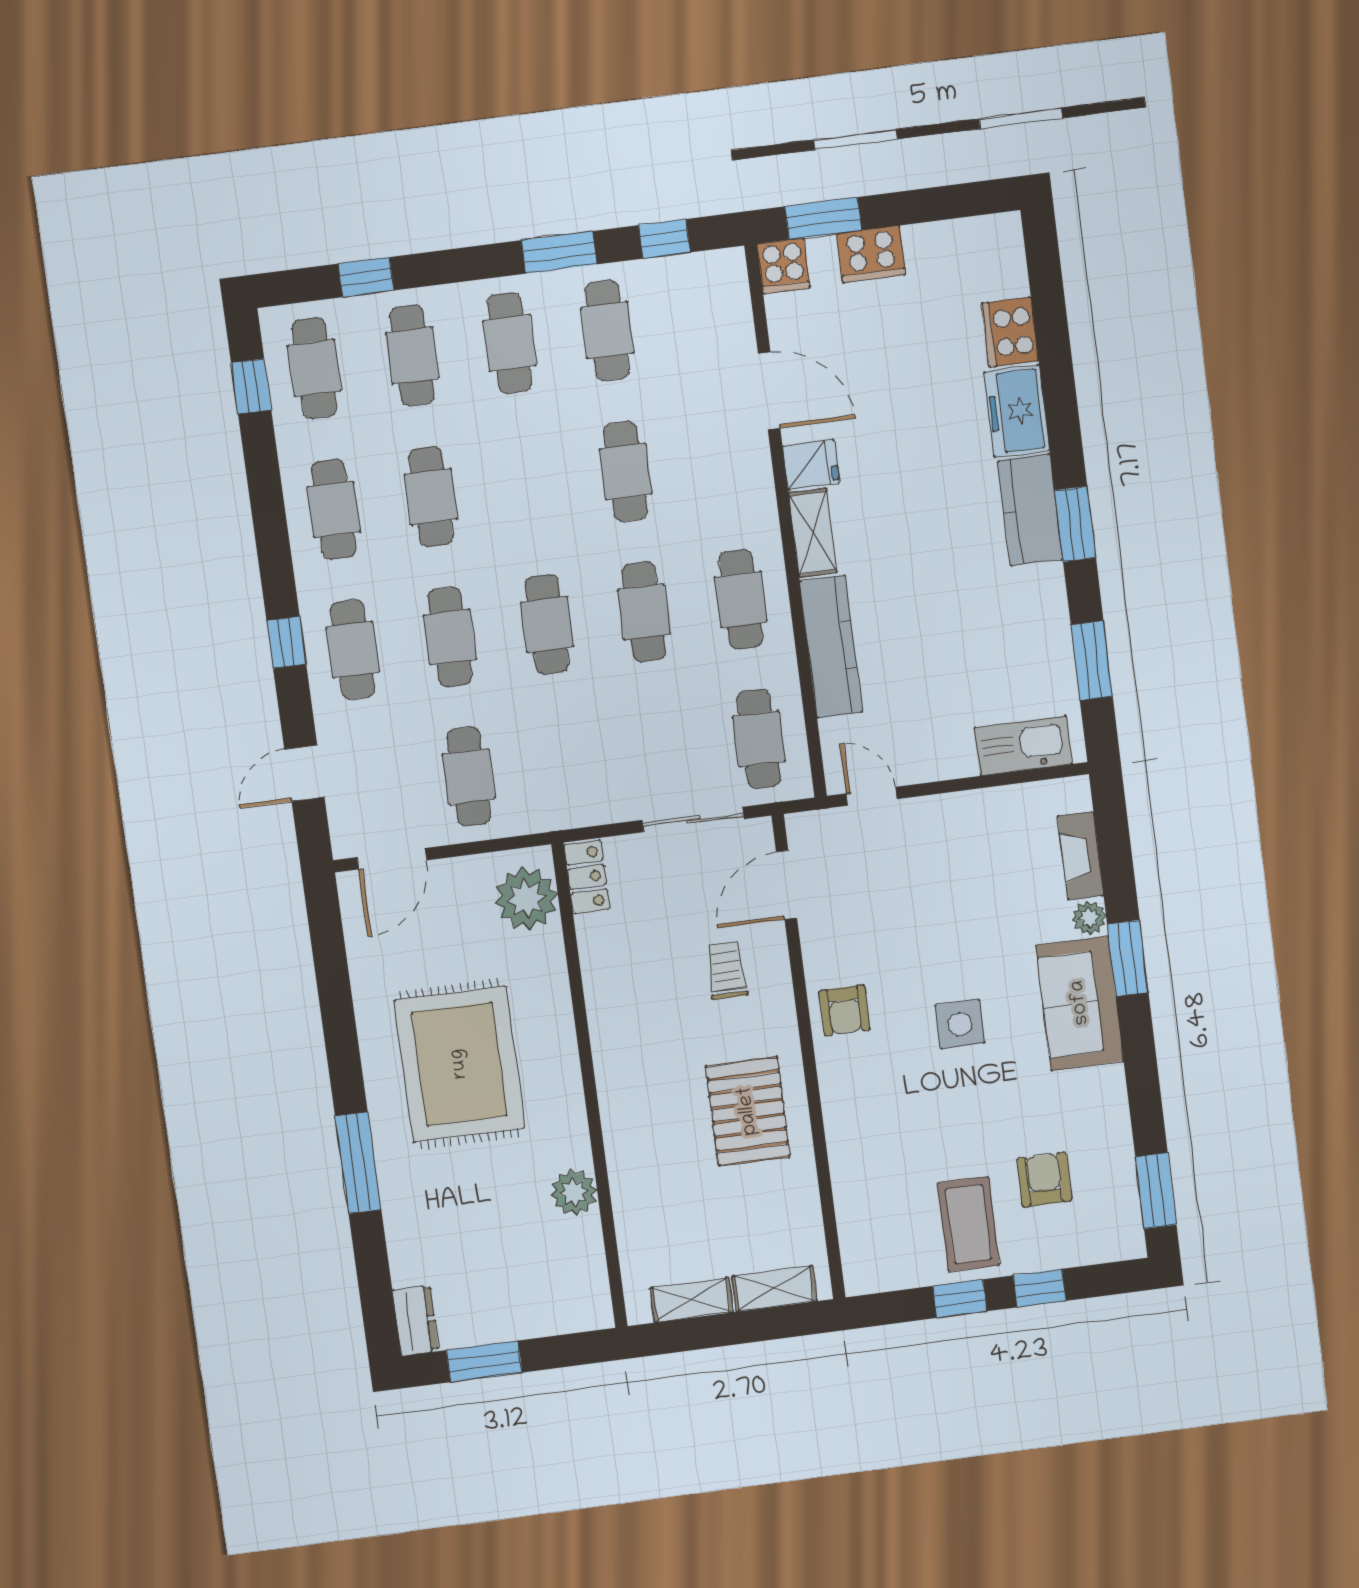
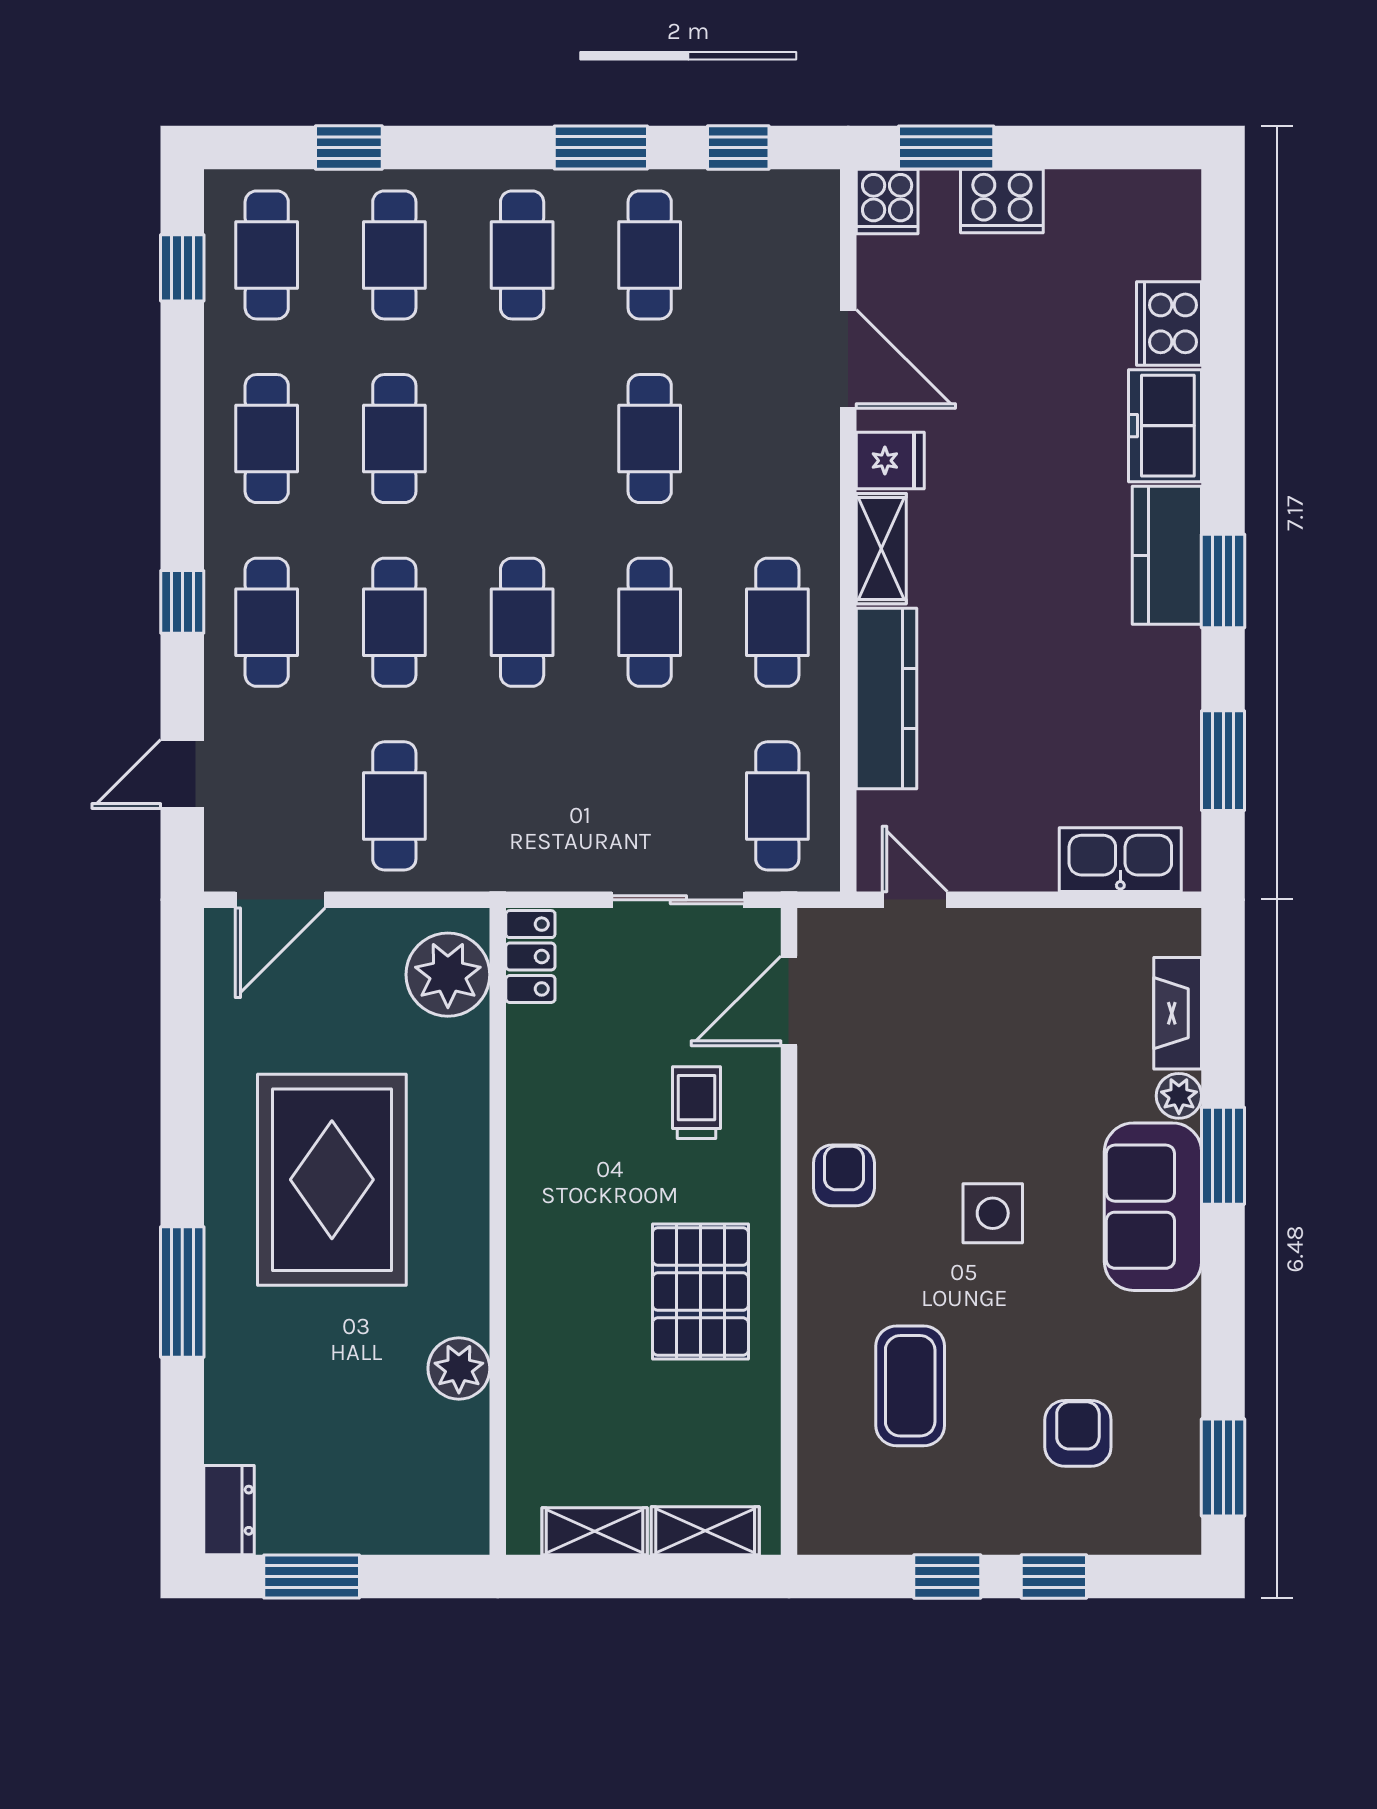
armchair: (845, 1010) -> (844, 1175), turned 180
coffee table: (968, 1224) -> (910, 1386), moved

